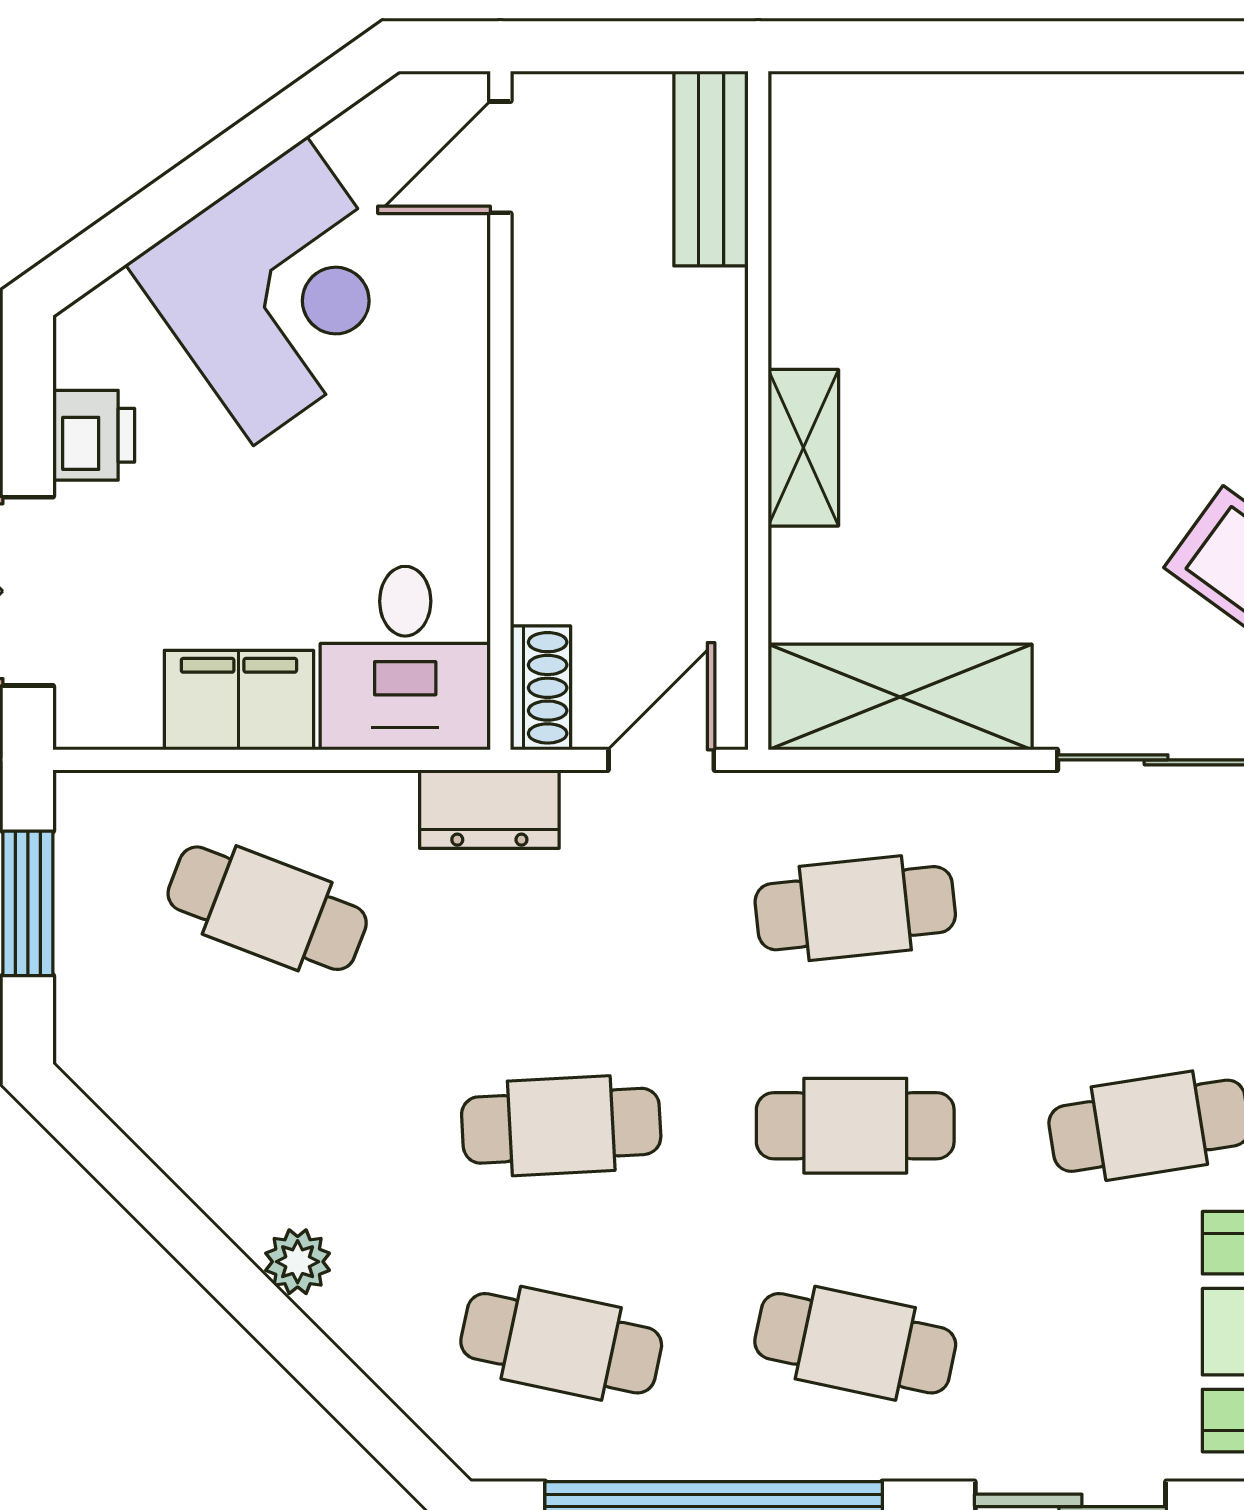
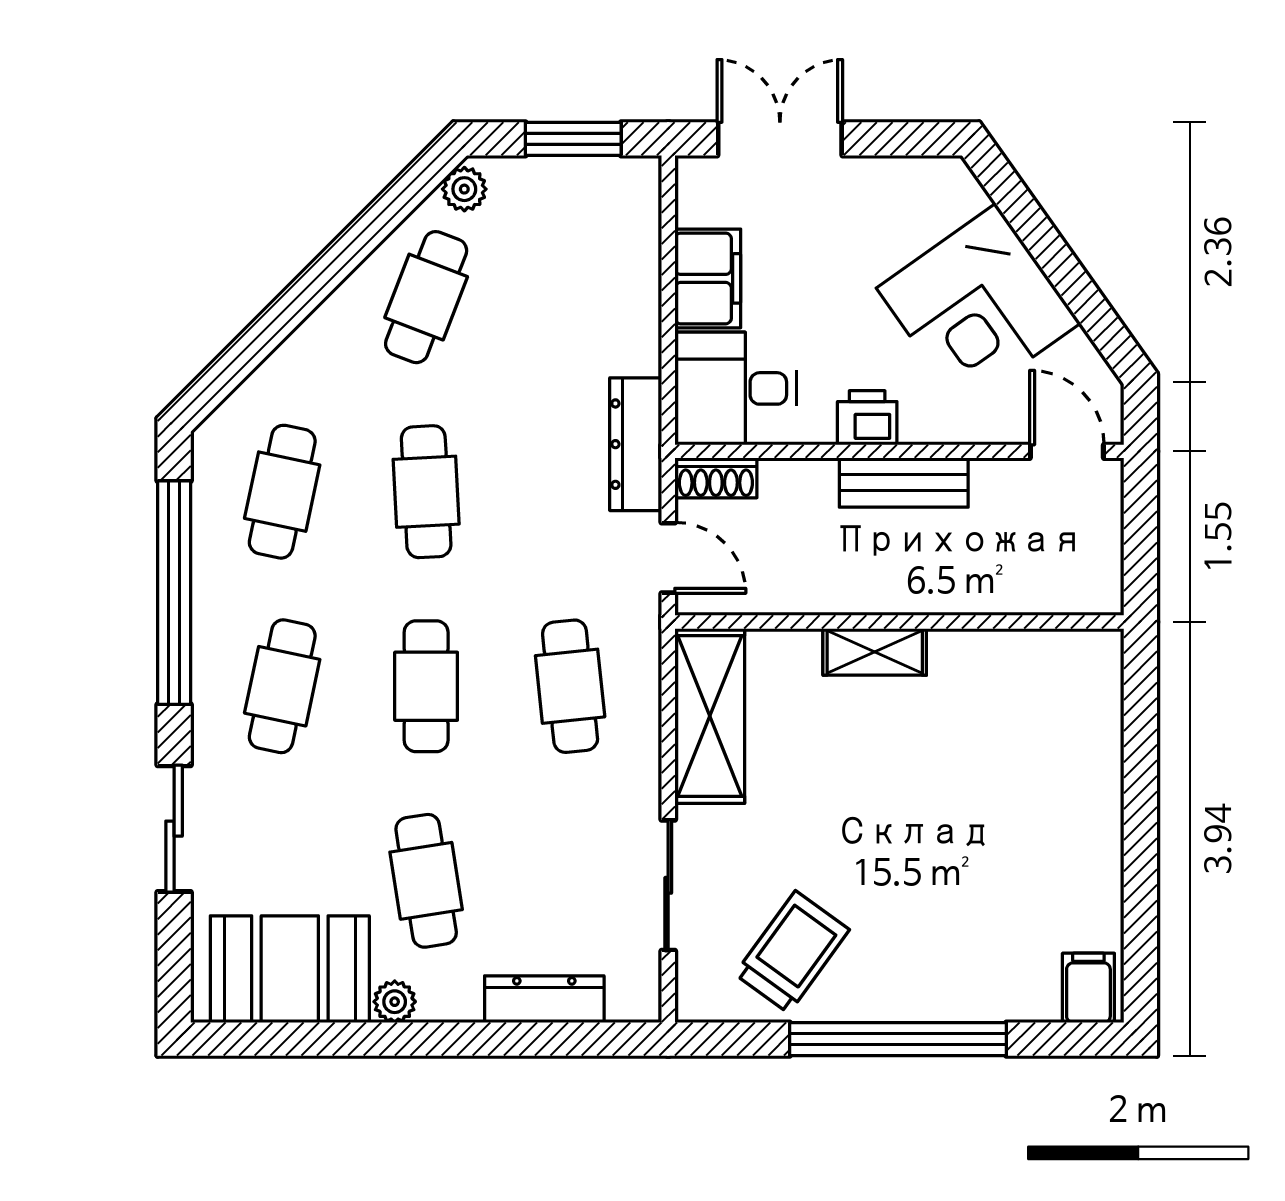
bench: (711, 169) -> (904, 483), moved
printer: (94, 435) -> (867, 418), moved, turned 180
dresser: (489, 809) -> (636, 444), width x1.44
cafe table: (267, 908) -> (426, 297), moved
plant: (298, 1262) -> (464, 189), moved

